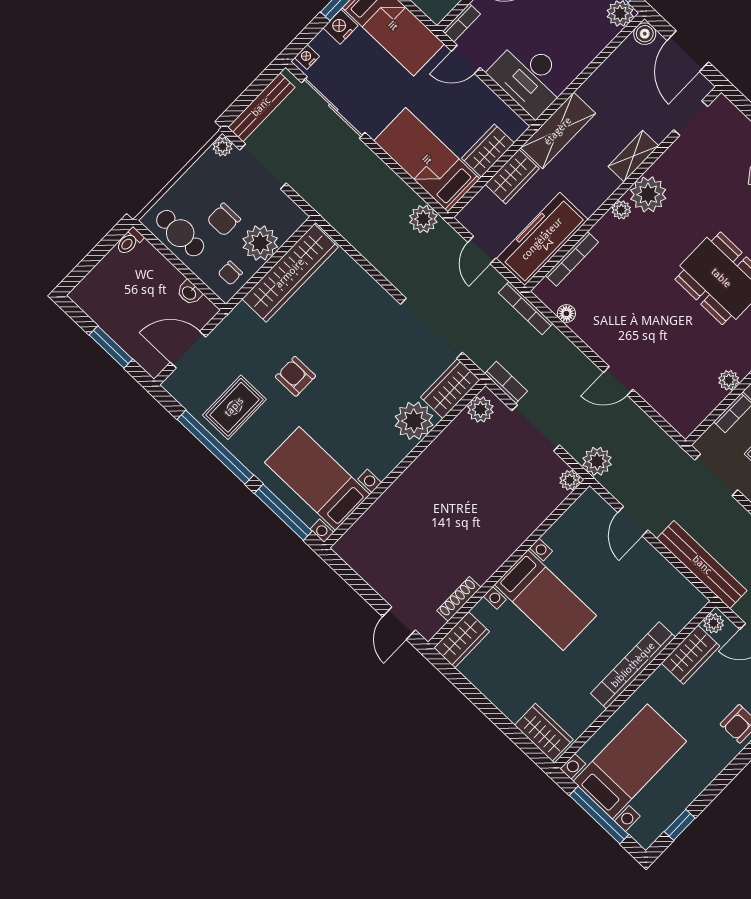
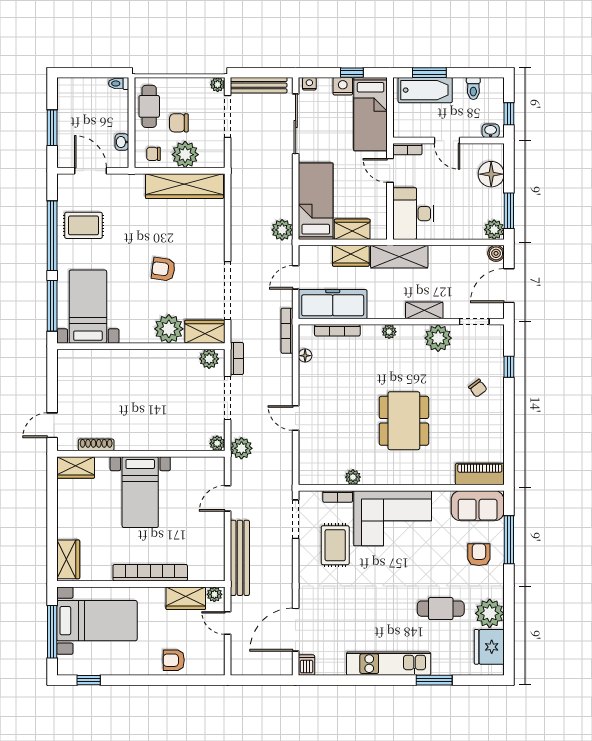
plant: (648, 194) -> (438, 338), moved
armchair: (295, 376) -> (163, 269), moved, turned -82

